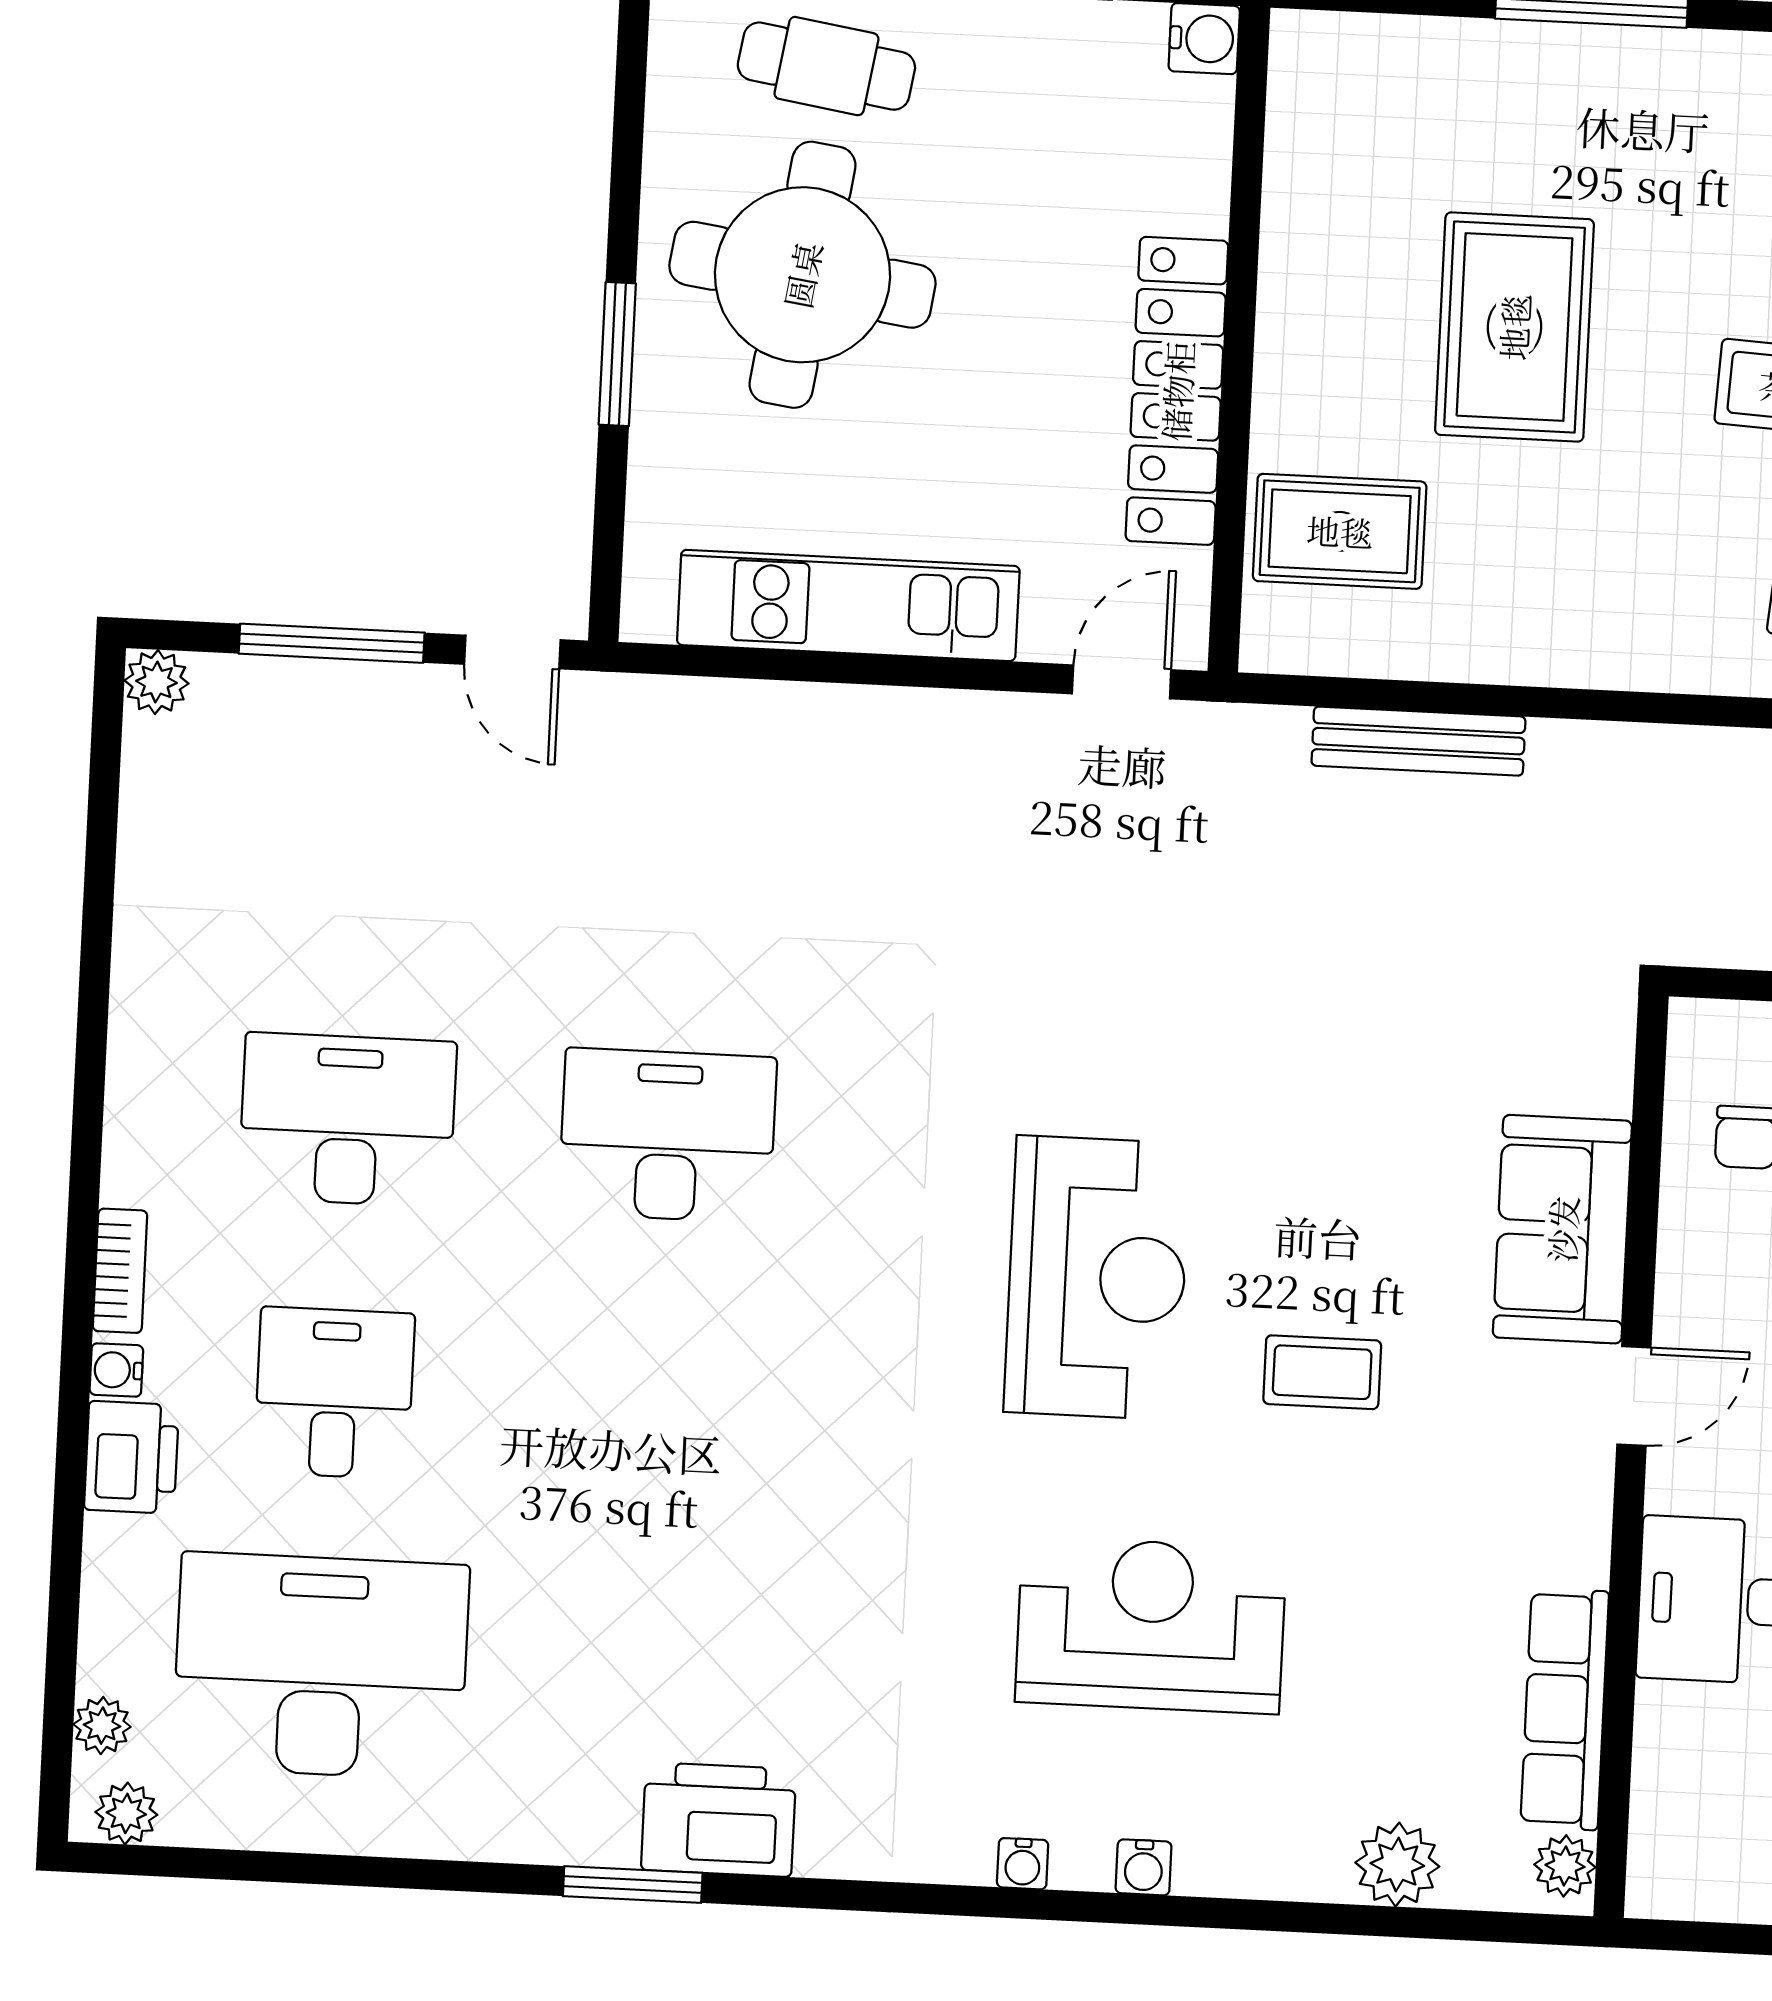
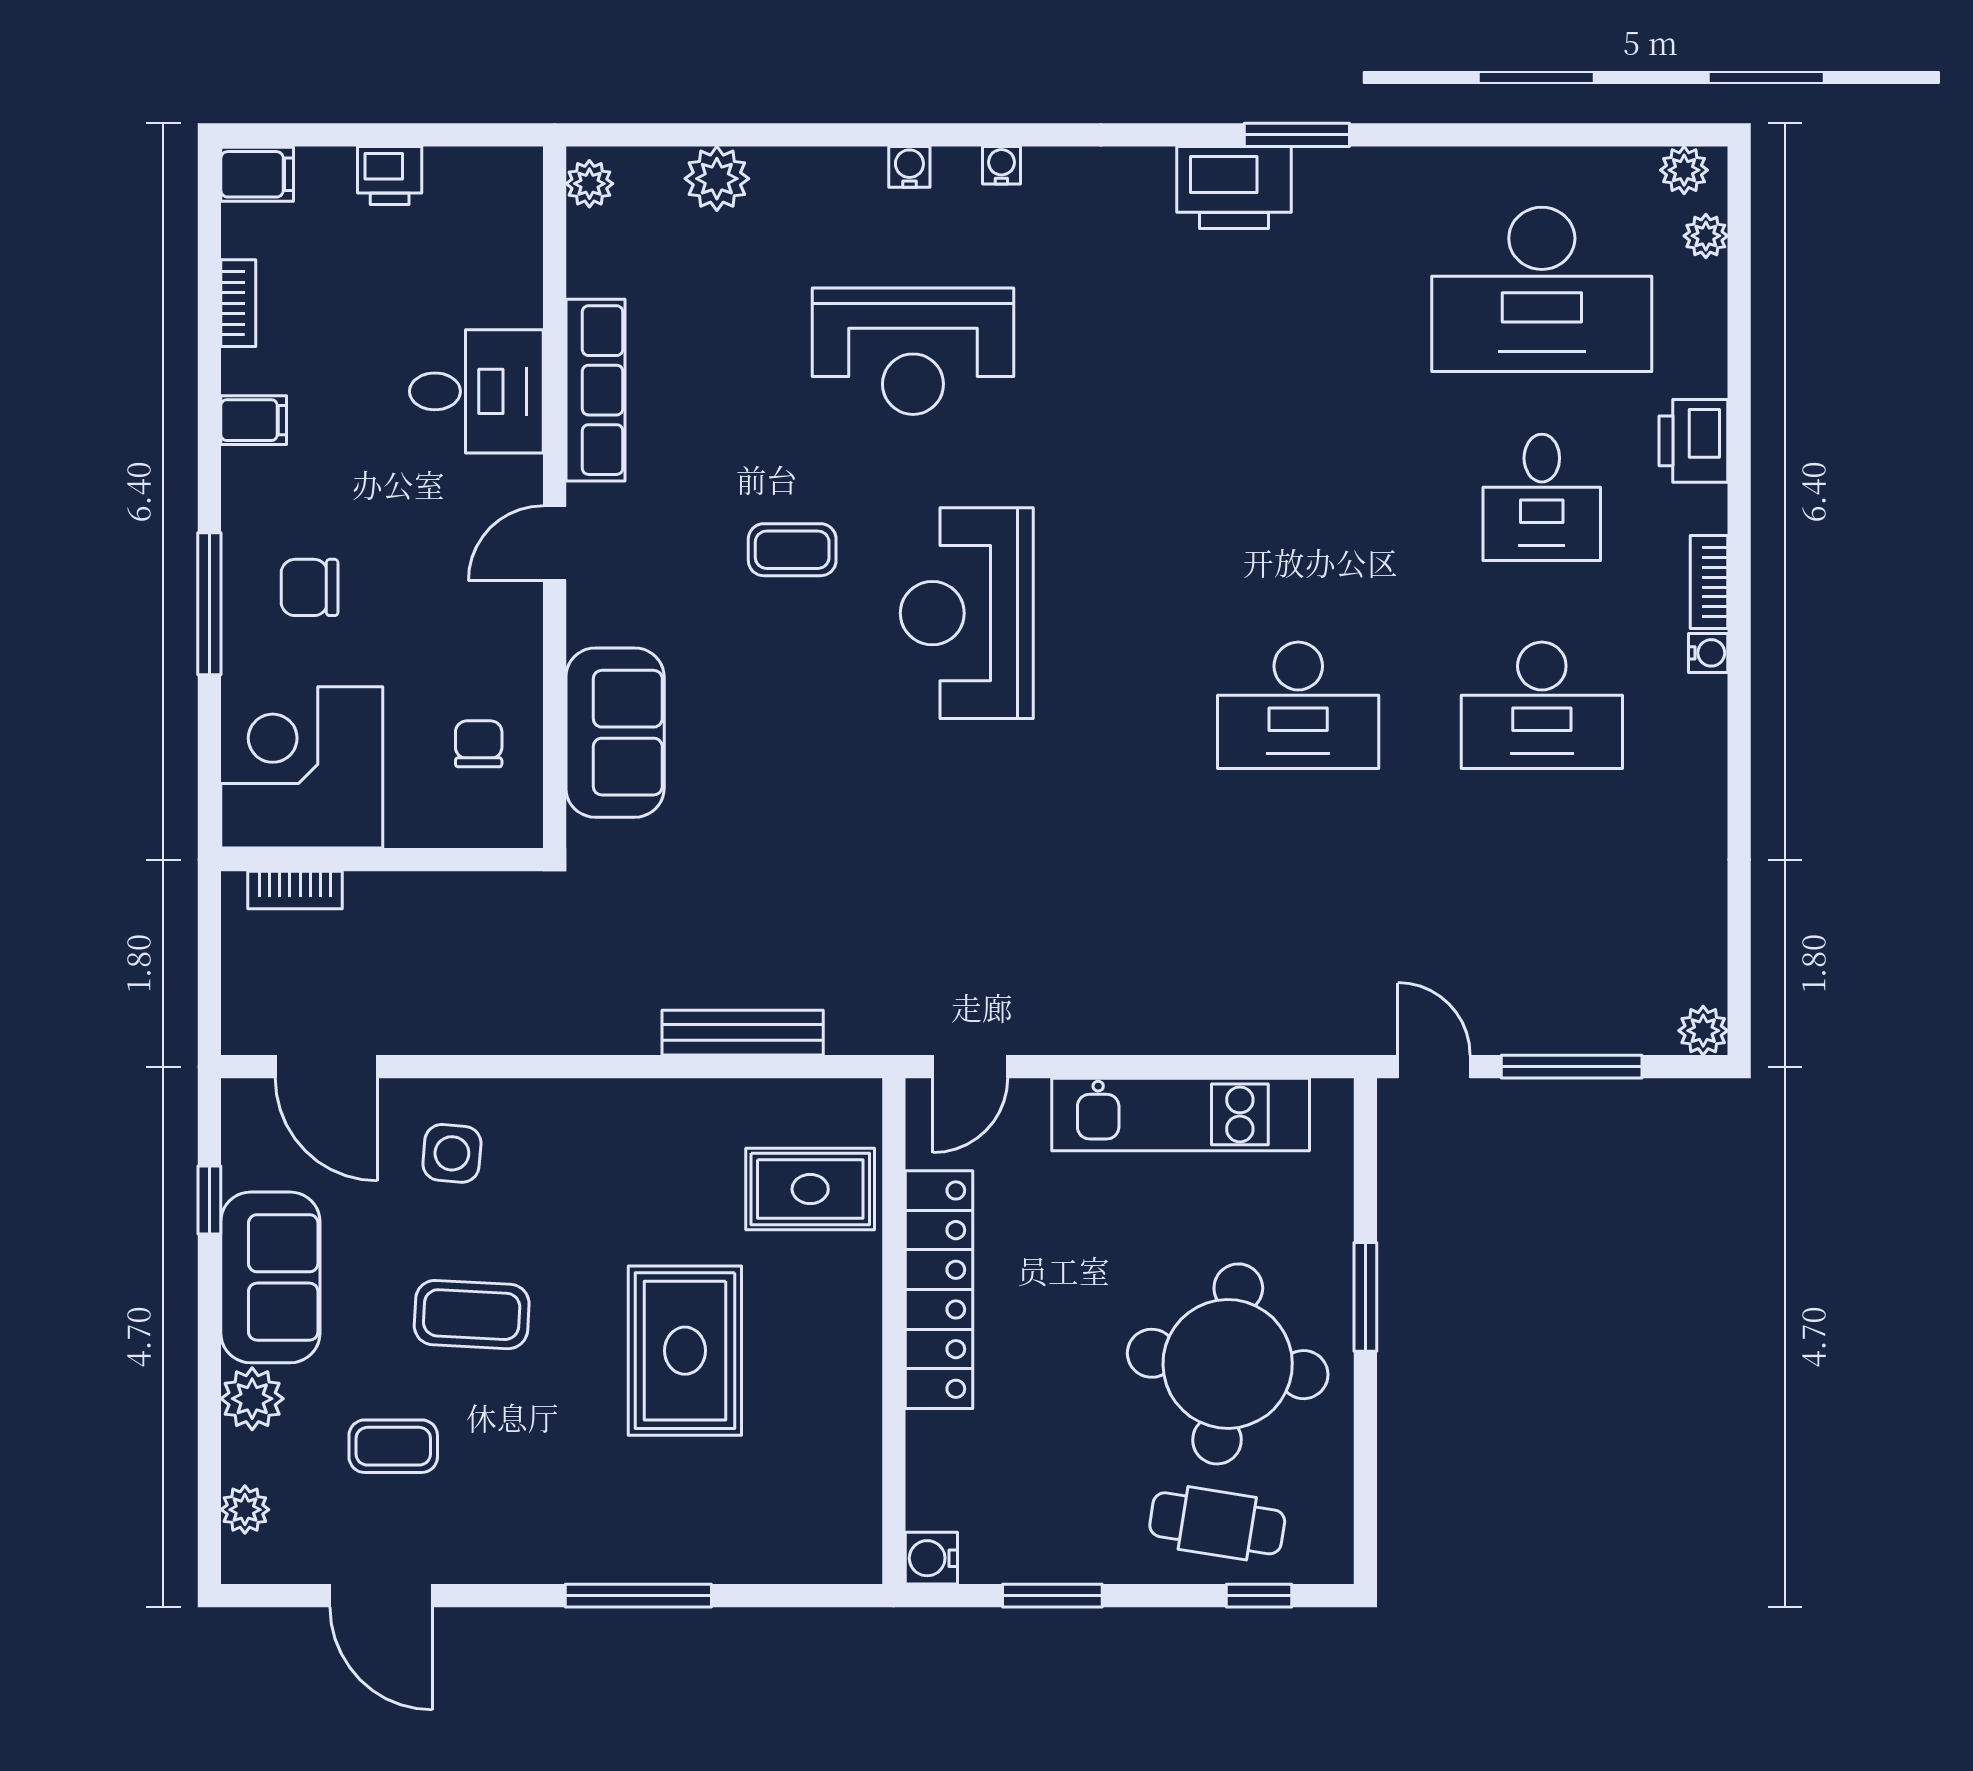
sofa: (1562, 1229) -> (615, 733), moved
water cooler: (116, 1370) -> (1708, 653), moved
row of seats: (1565, 1709) -> (595, 390), moved

